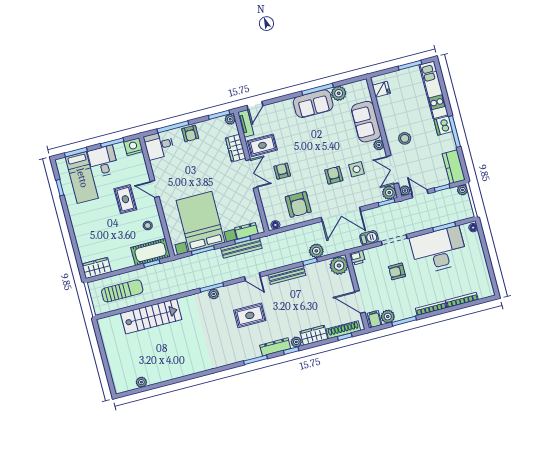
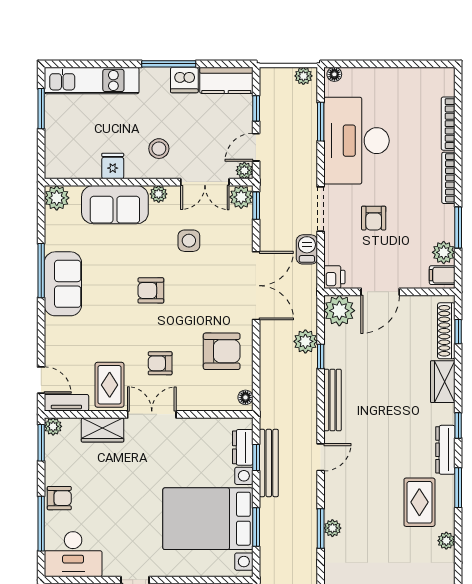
fridge: (381, 89) -> (113, 166), moved
plant: (339, 93) -> (57, 198), moved
dishwasher: (443, 126) -> (184, 80), moved
desk: (159, 145) -> (73, 554), width x1.37
armchair: (334, 175) -> (151, 290), moved
plant: (462, 190) -> (303, 76), moved
door: (360, 302) -> (380, 292), moved
rug: (250, 315) -> (419, 502), moved
plant: (296, 342) -> (446, 541), moved

